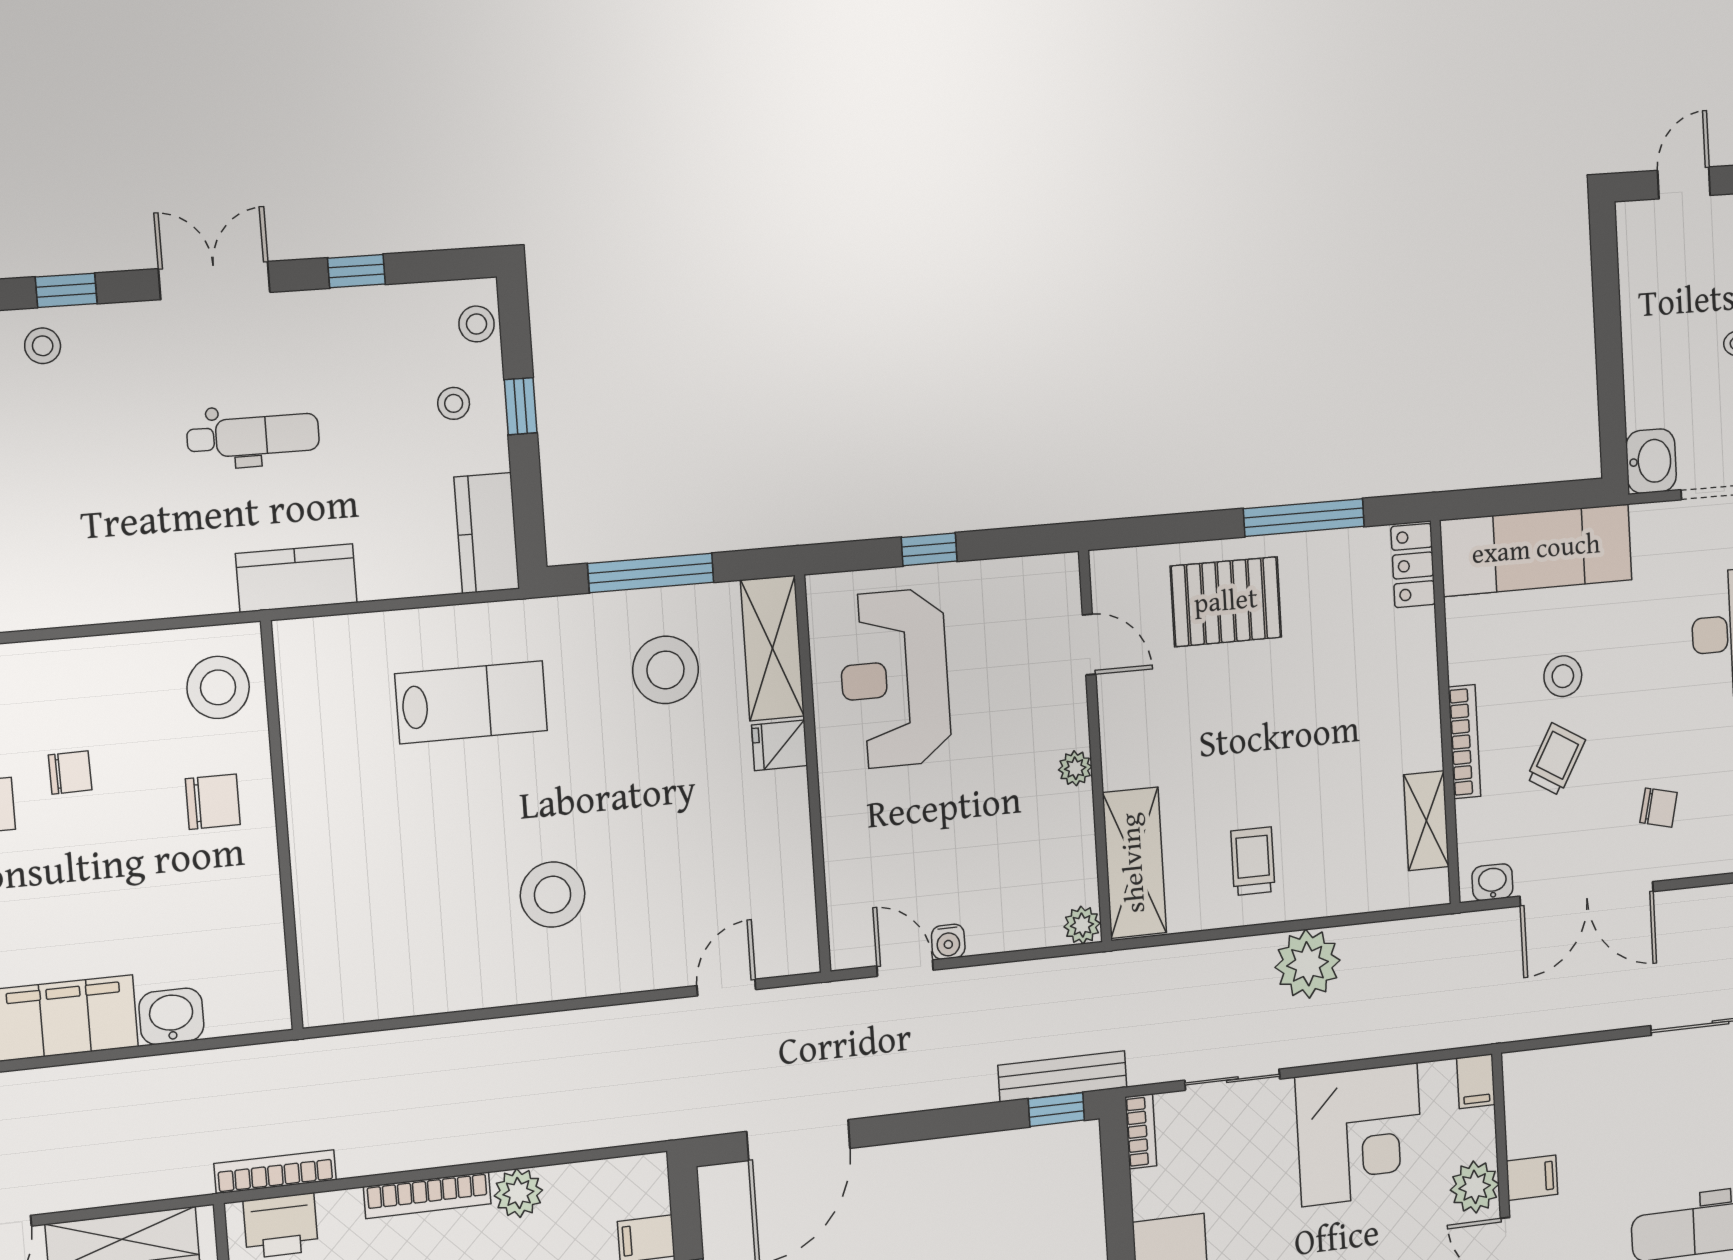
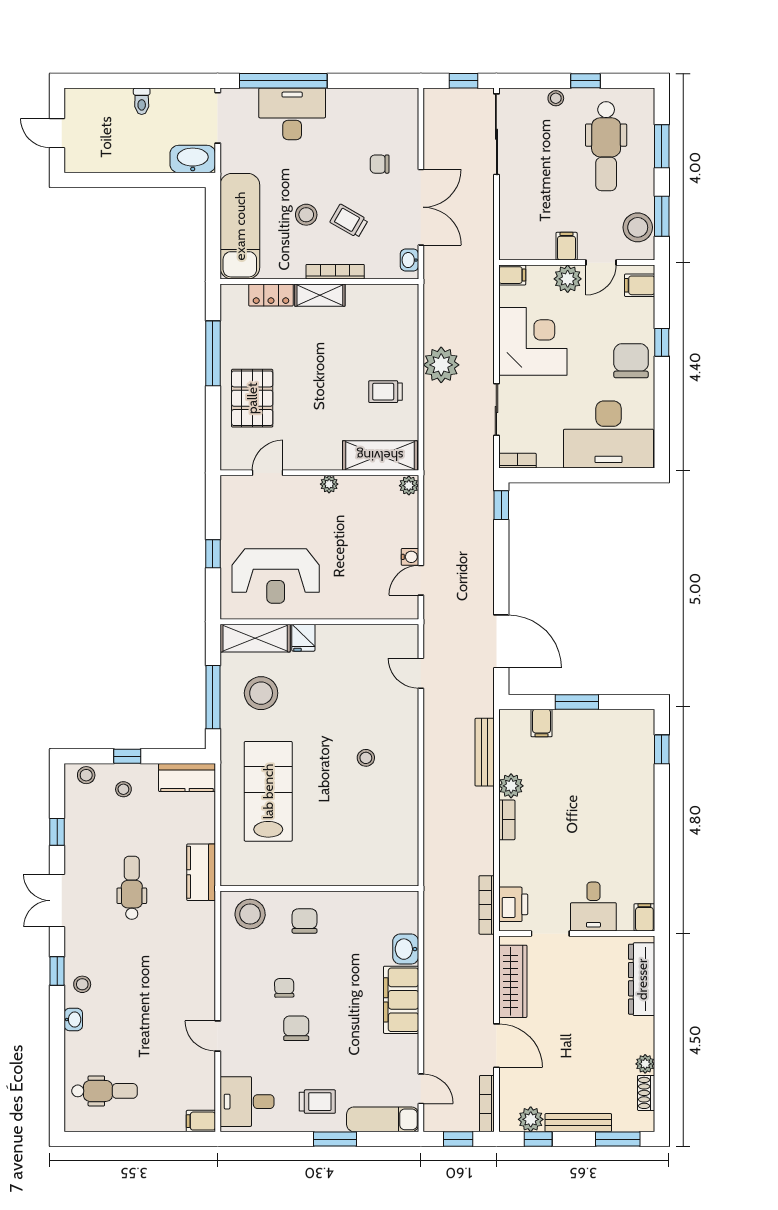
washbasin: (1651, 461) -> (193, 159), width x1.38
locker: (1413, 565) -> (271, 295), moved
lab bench: (471, 702) -> (268, 791), width x1.36, depth x1.39
chair: (1659, 808) -> (380, 164), turned -103
shelving: (1426, 821) -> (320, 295), moved
stool: (553, 895) -> (366, 758), width x0.53, depth x0.53
bench: (1062, 1076) -> (485, 752), moved
bookcase: (427, 1195) -> (507, 820), width x0.64

